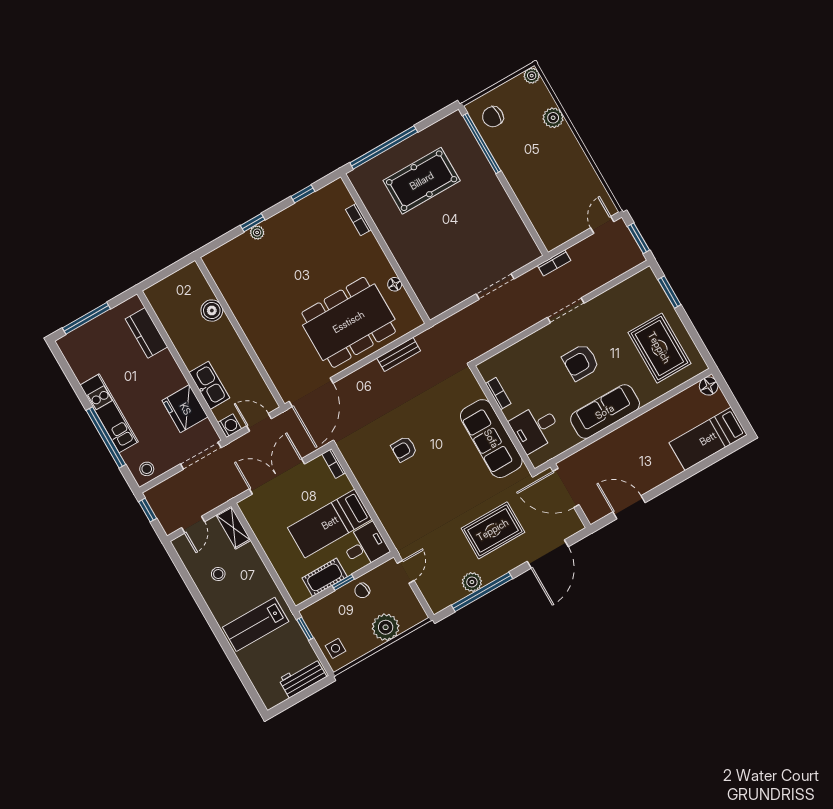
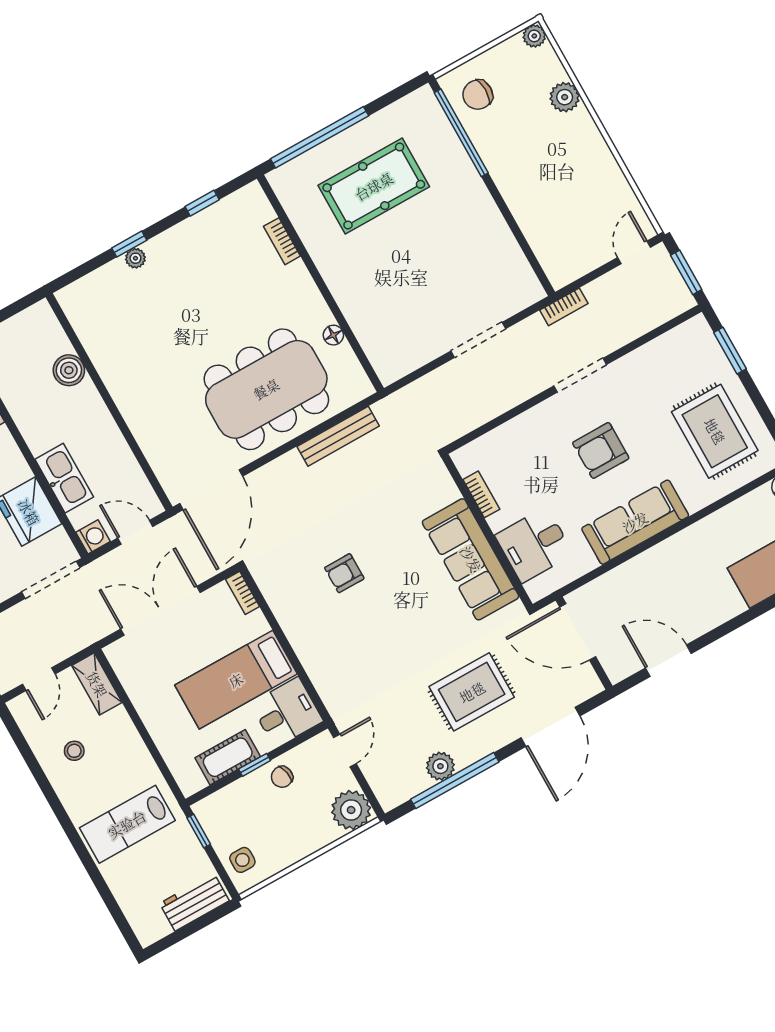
bench: (399, 354) -> (338, 436), width x1.36
plant: (386, 627) -> (351, 810), moved

